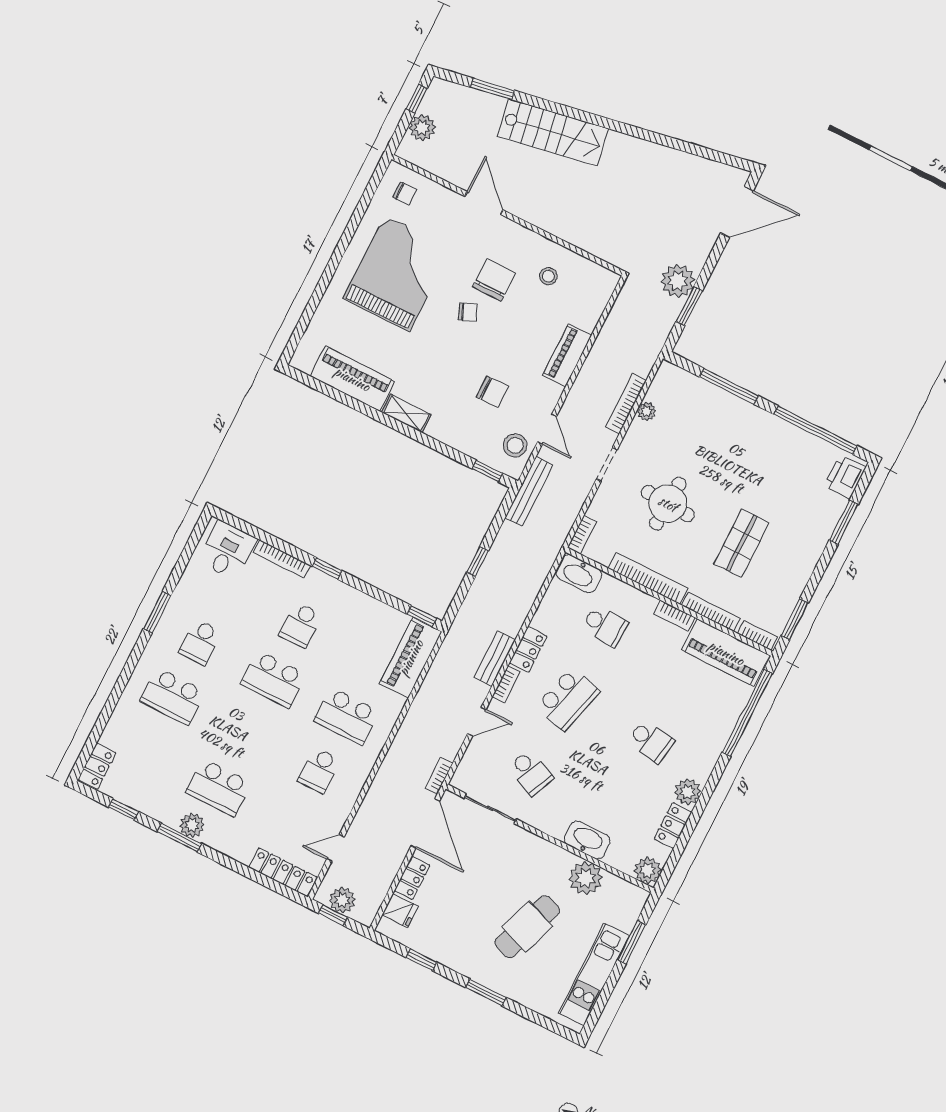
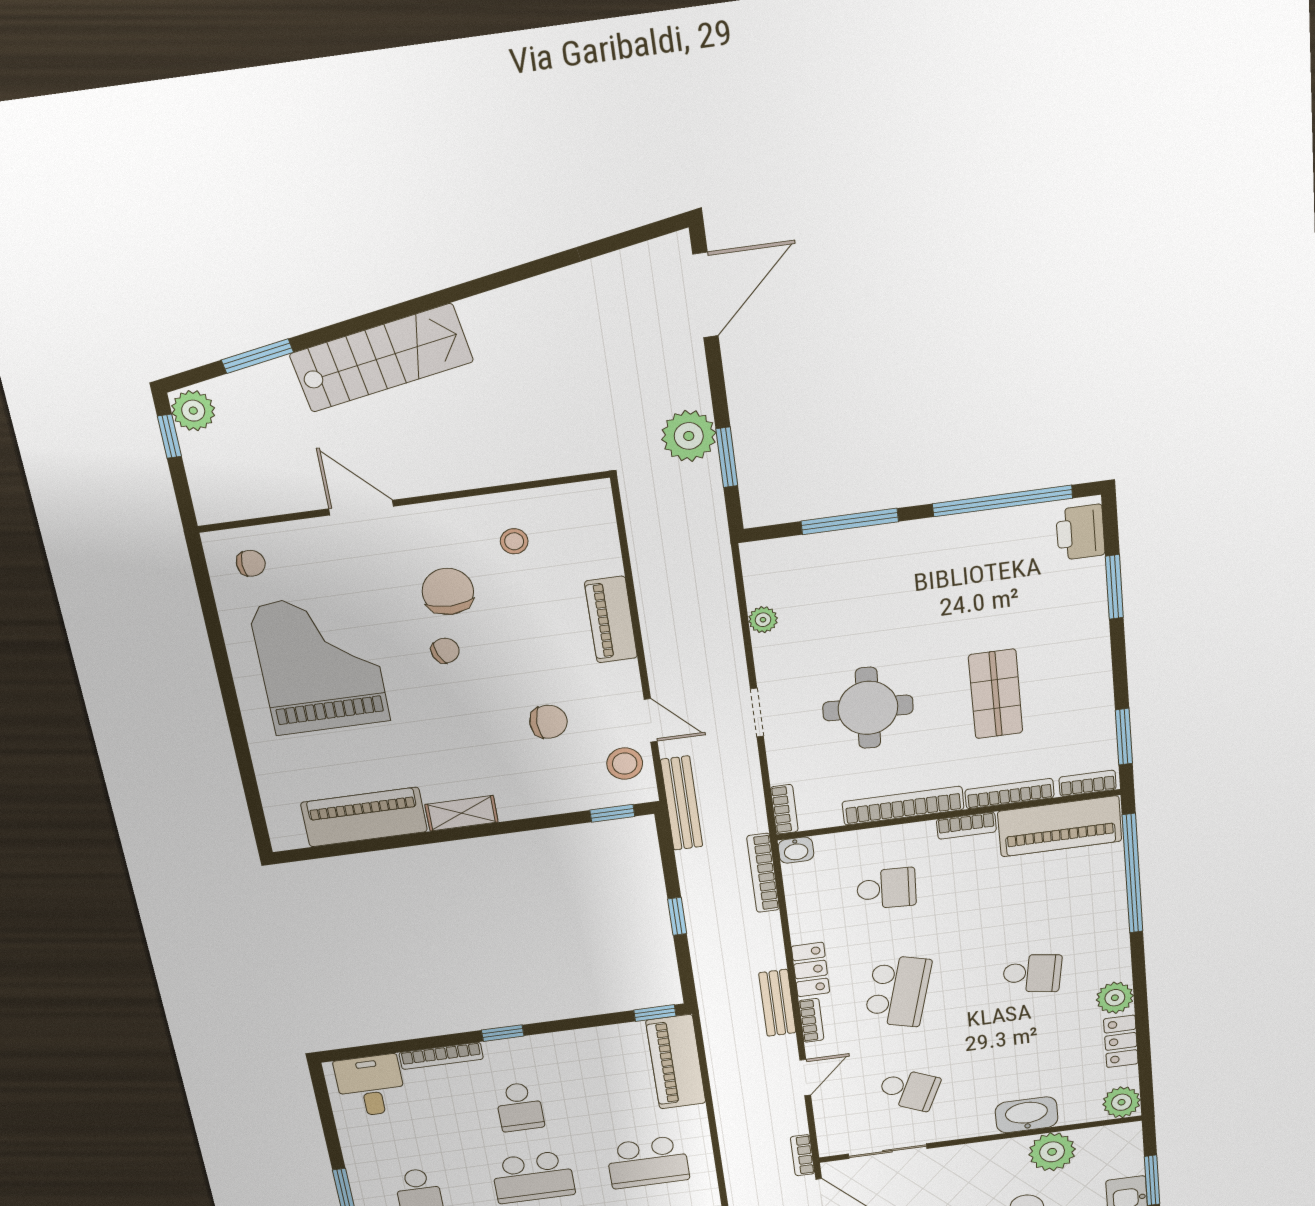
plant: (422, 128) -> (193, 411), moved
bookcase: (626, 404) -> (763, 873), moved
washbasin: (579, 574) -> (796, 850), width x0.52, depth x0.69

